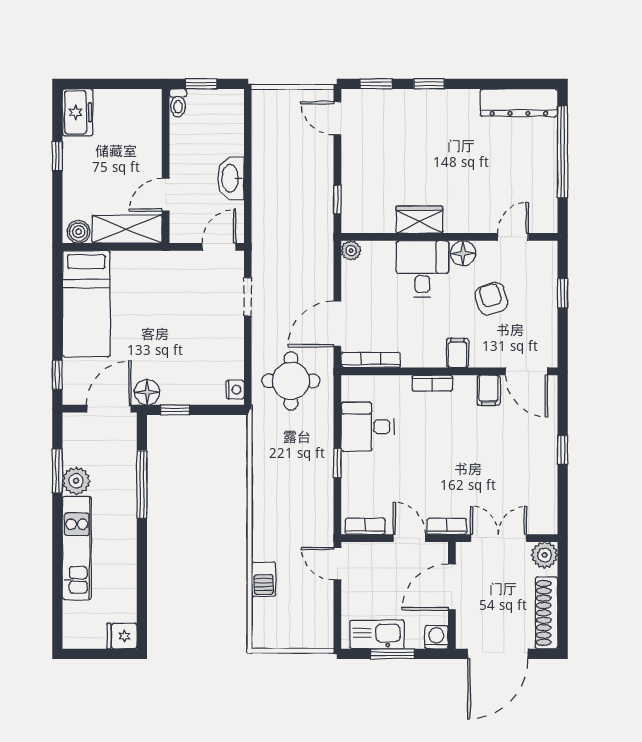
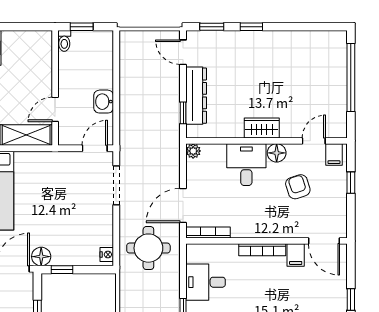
dresser: (519, 103) -> (196, 96), moved, turned -90
washbasin: (231, 178) -> (104, 102), width x0.72
wardrobe: (419, 220) -> (262, 128), moved
doorway: (248, 297) -> (116, 185), width x1.38
filing cabinet: (457, 353) -> (334, 155), moved, turned 180
bookcase: (432, 383) -> (262, 250), width x1.56

